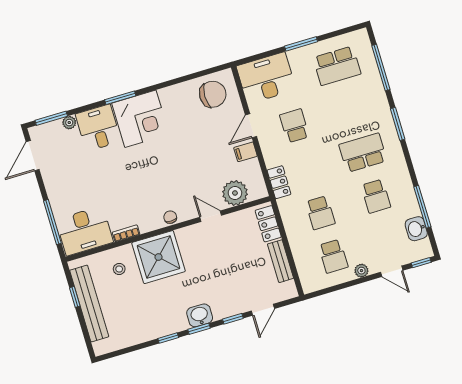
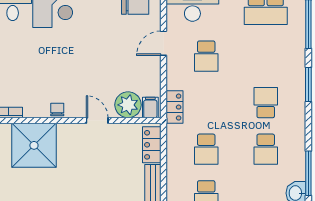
school desk: (294, 126) -> (206, 56), turned 180
filing cabinet: (245, 152) -> (150, 107), moved, turned 90
school desk: (363, 153) -> (266, 103), width x0.54

